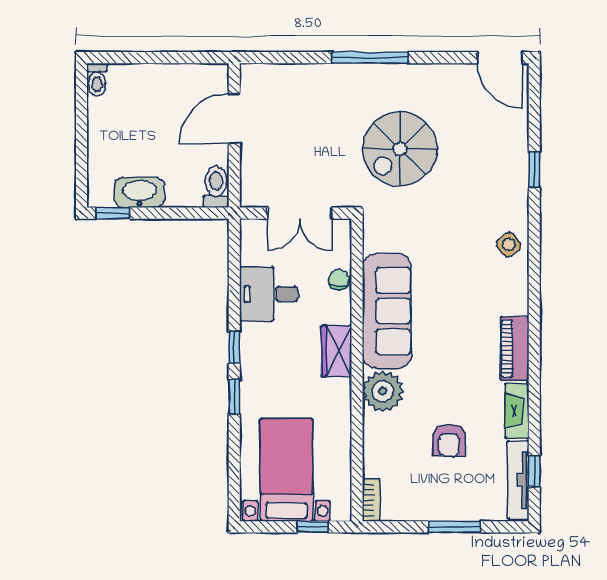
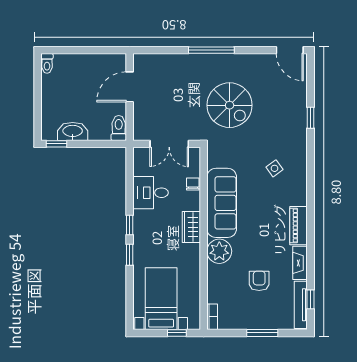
spiral stairs: (400, 149) -> (230, 105), turned -90
side table: (509, 245) -> (275, 168), moved
armchair: (449, 440) -> (259, 281), turned 180

